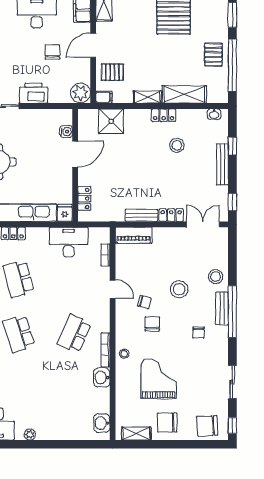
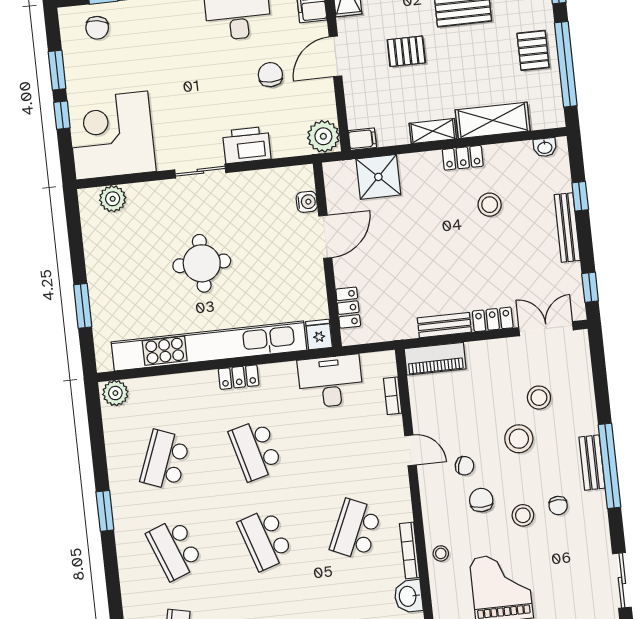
pallet: (112, 72) -> (406, 51), moved
stool: (216, 277) -> (539, 398), moved
stool: (177, 336) -> (523, 515), added

